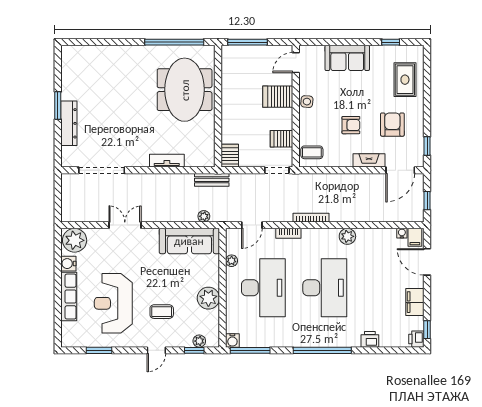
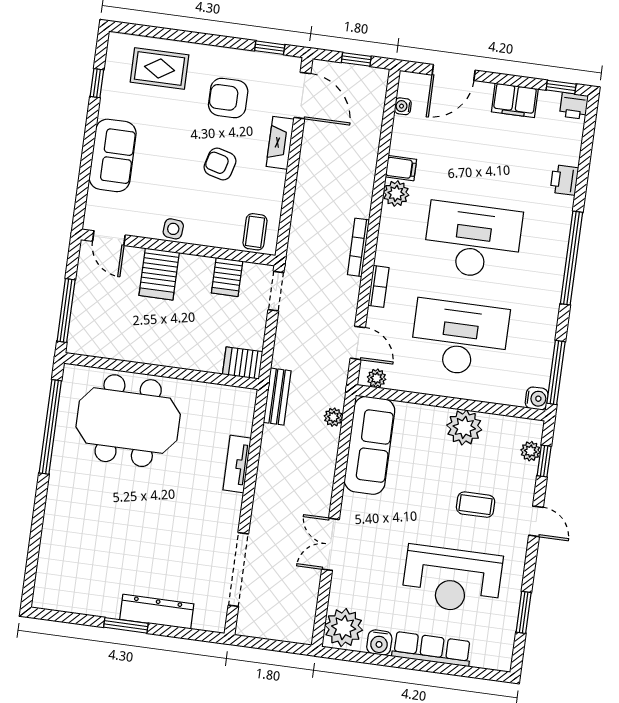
armchair: (351, 125) -> (220, 164), turned -75
filing cabinet: (415, 237) -> (401, 168), moved
plant: (232, 261) -> (377, 378), moved
coffee table: (162, 312) -> (476, 505), turned 90

